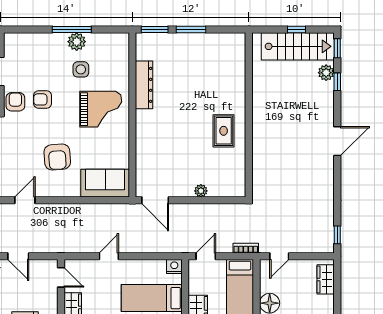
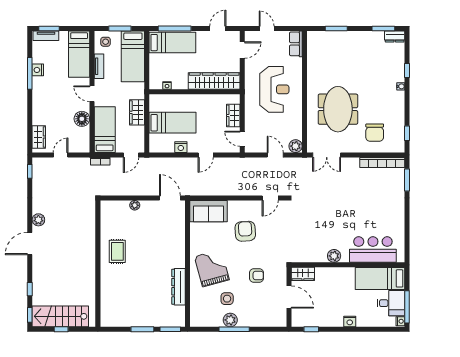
plant: (326, 73) -> (38, 220), moved
armchair: (15, 102) -> (277, 274), removed
grand piano: (101, 109) -> (212, 268), turned 75
door: (279, 256) -> (61, 155), moved
nightstand: (174, 266) -> (181, 147), moved

